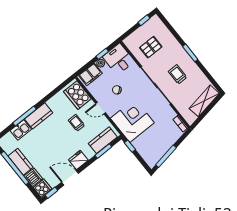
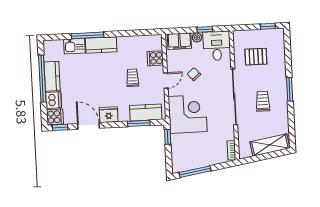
cooker: (77, 95) -> (155, 58), width x0.53, depth x0.76
door: (101, 108) -> (166, 80), swing flipped

